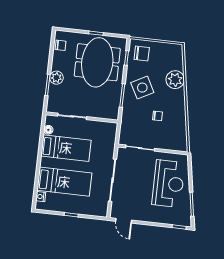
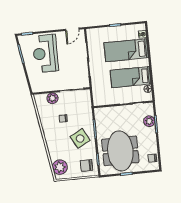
plant: (56, 78) -> (149, 121), moved
plant: (175, 80) -> (60, 167), moved
plant: (165, 143) -> (52, 98), added
reception desk: (168, 184) -> (45, 53), moved
door: (124, 221) -> (72, 29), swing flipped

